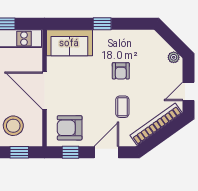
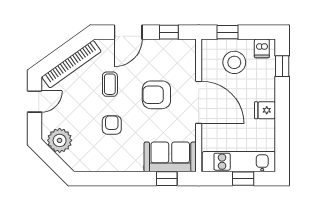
window: (102, 24) -> (167, 179), moved
plant: (174, 57) -> (60, 140), width x1.88, depth x1.88
armchair: (70, 128) -> (156, 95), moved, turned 180

